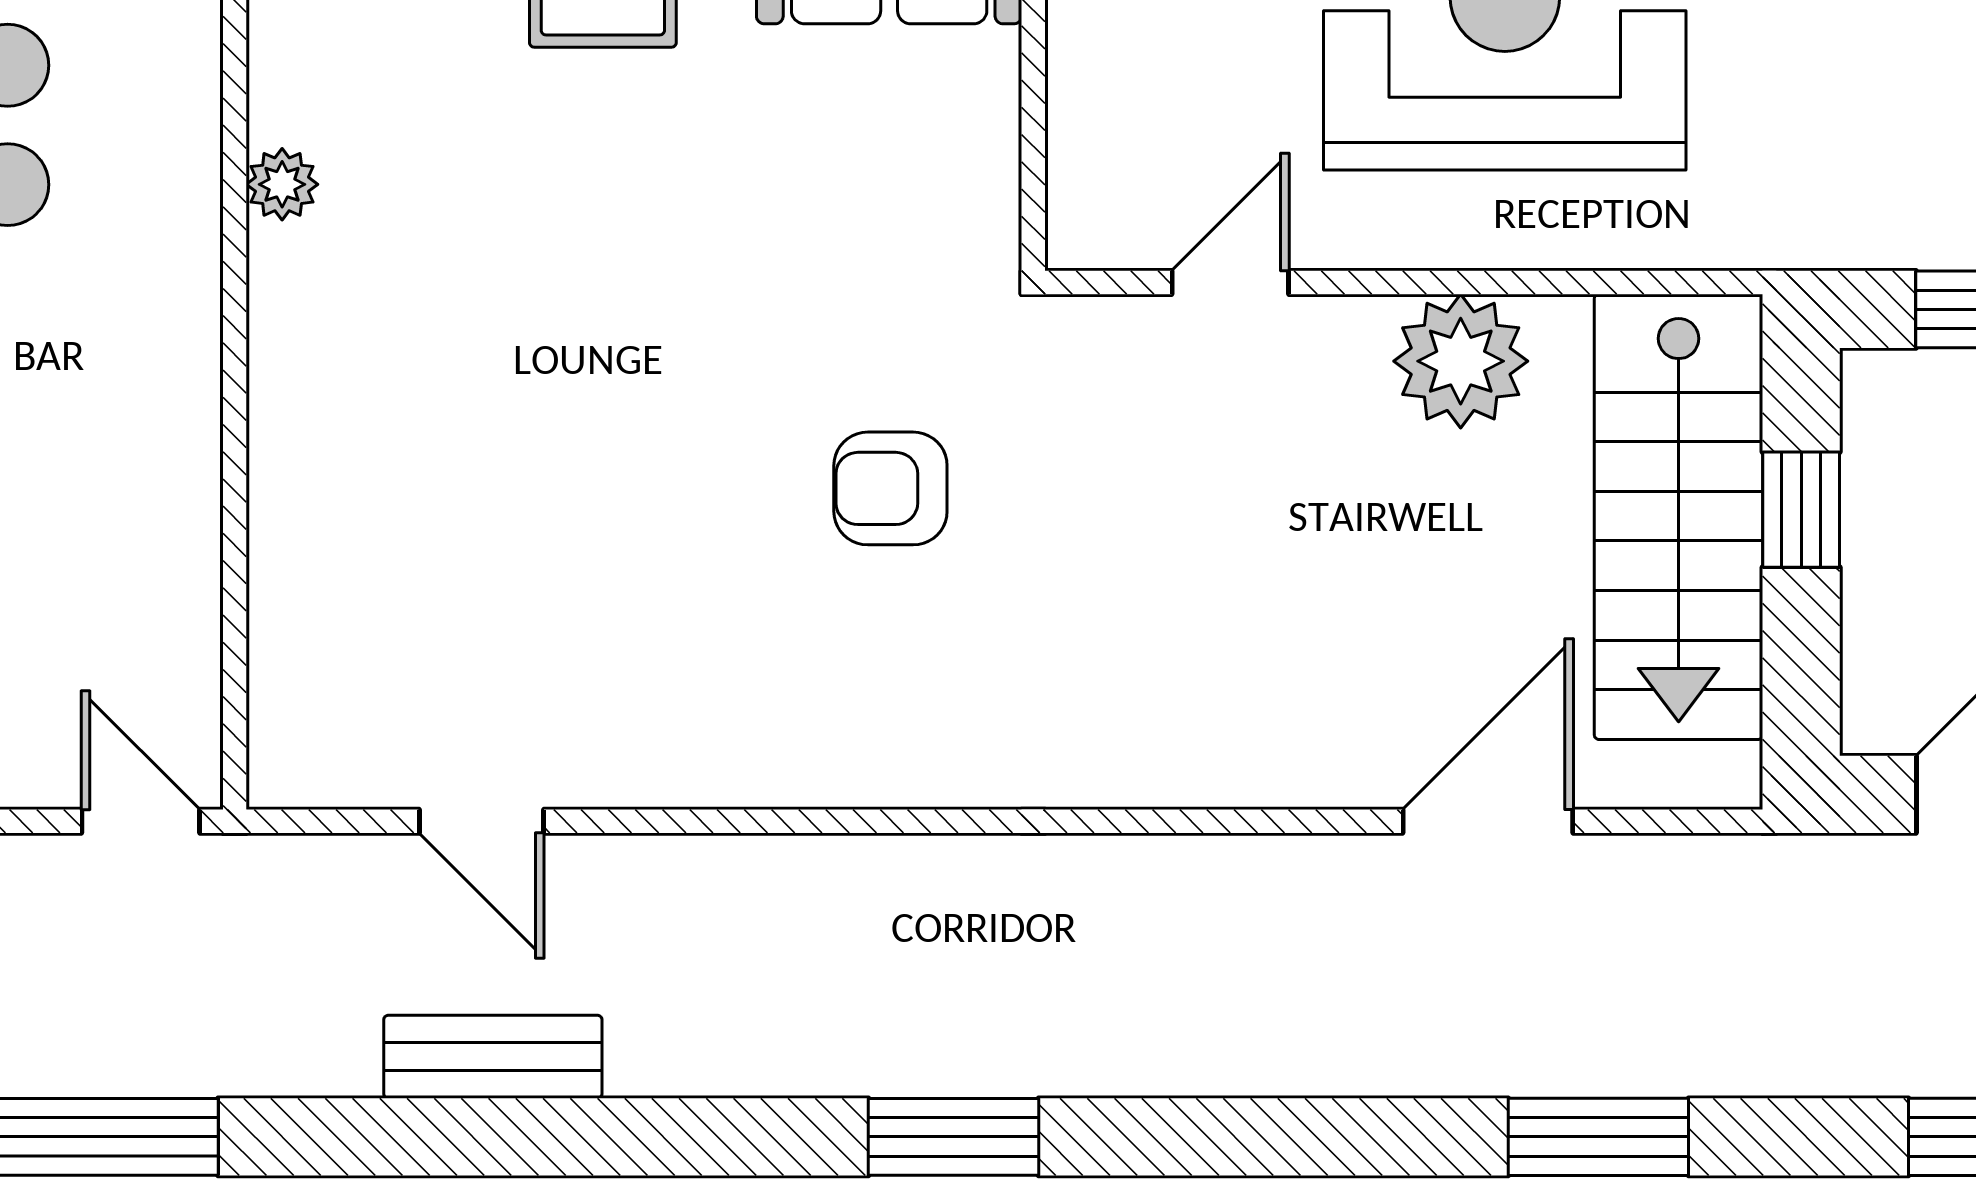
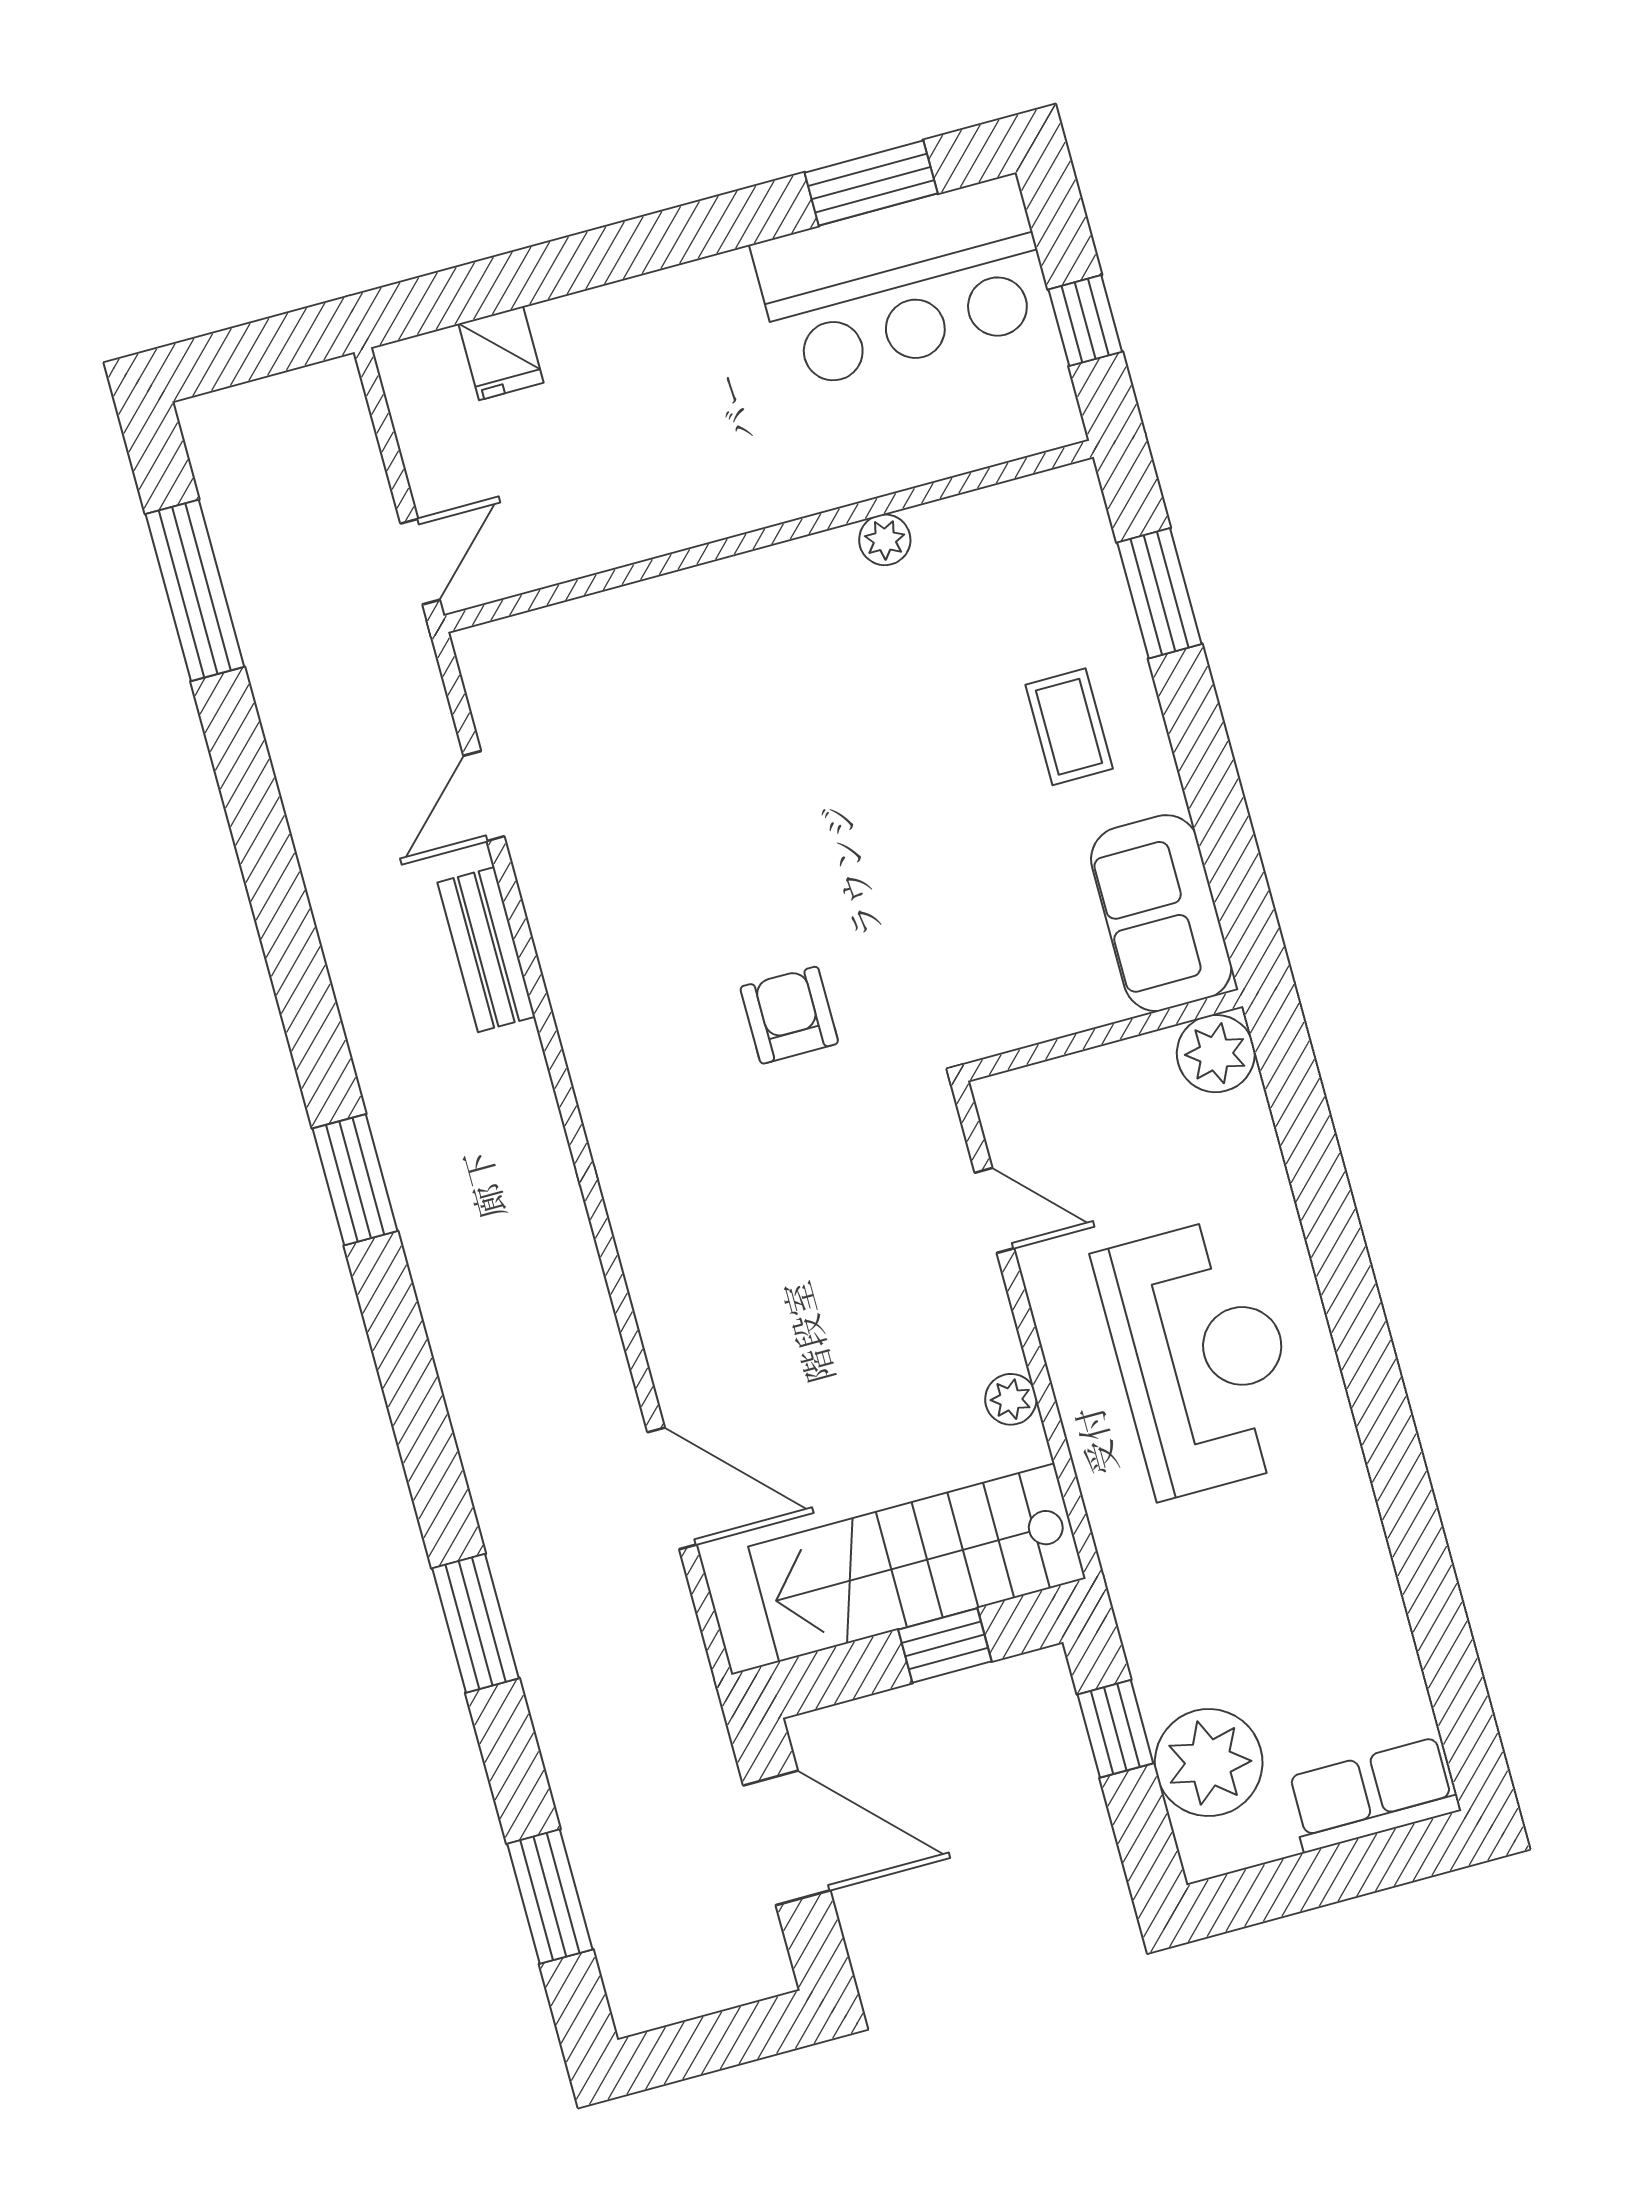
plant: (1461, 361) -> (1011, 1399), width x0.53, depth x0.53
bench: (493, 1057) -> (486, 950), moved

